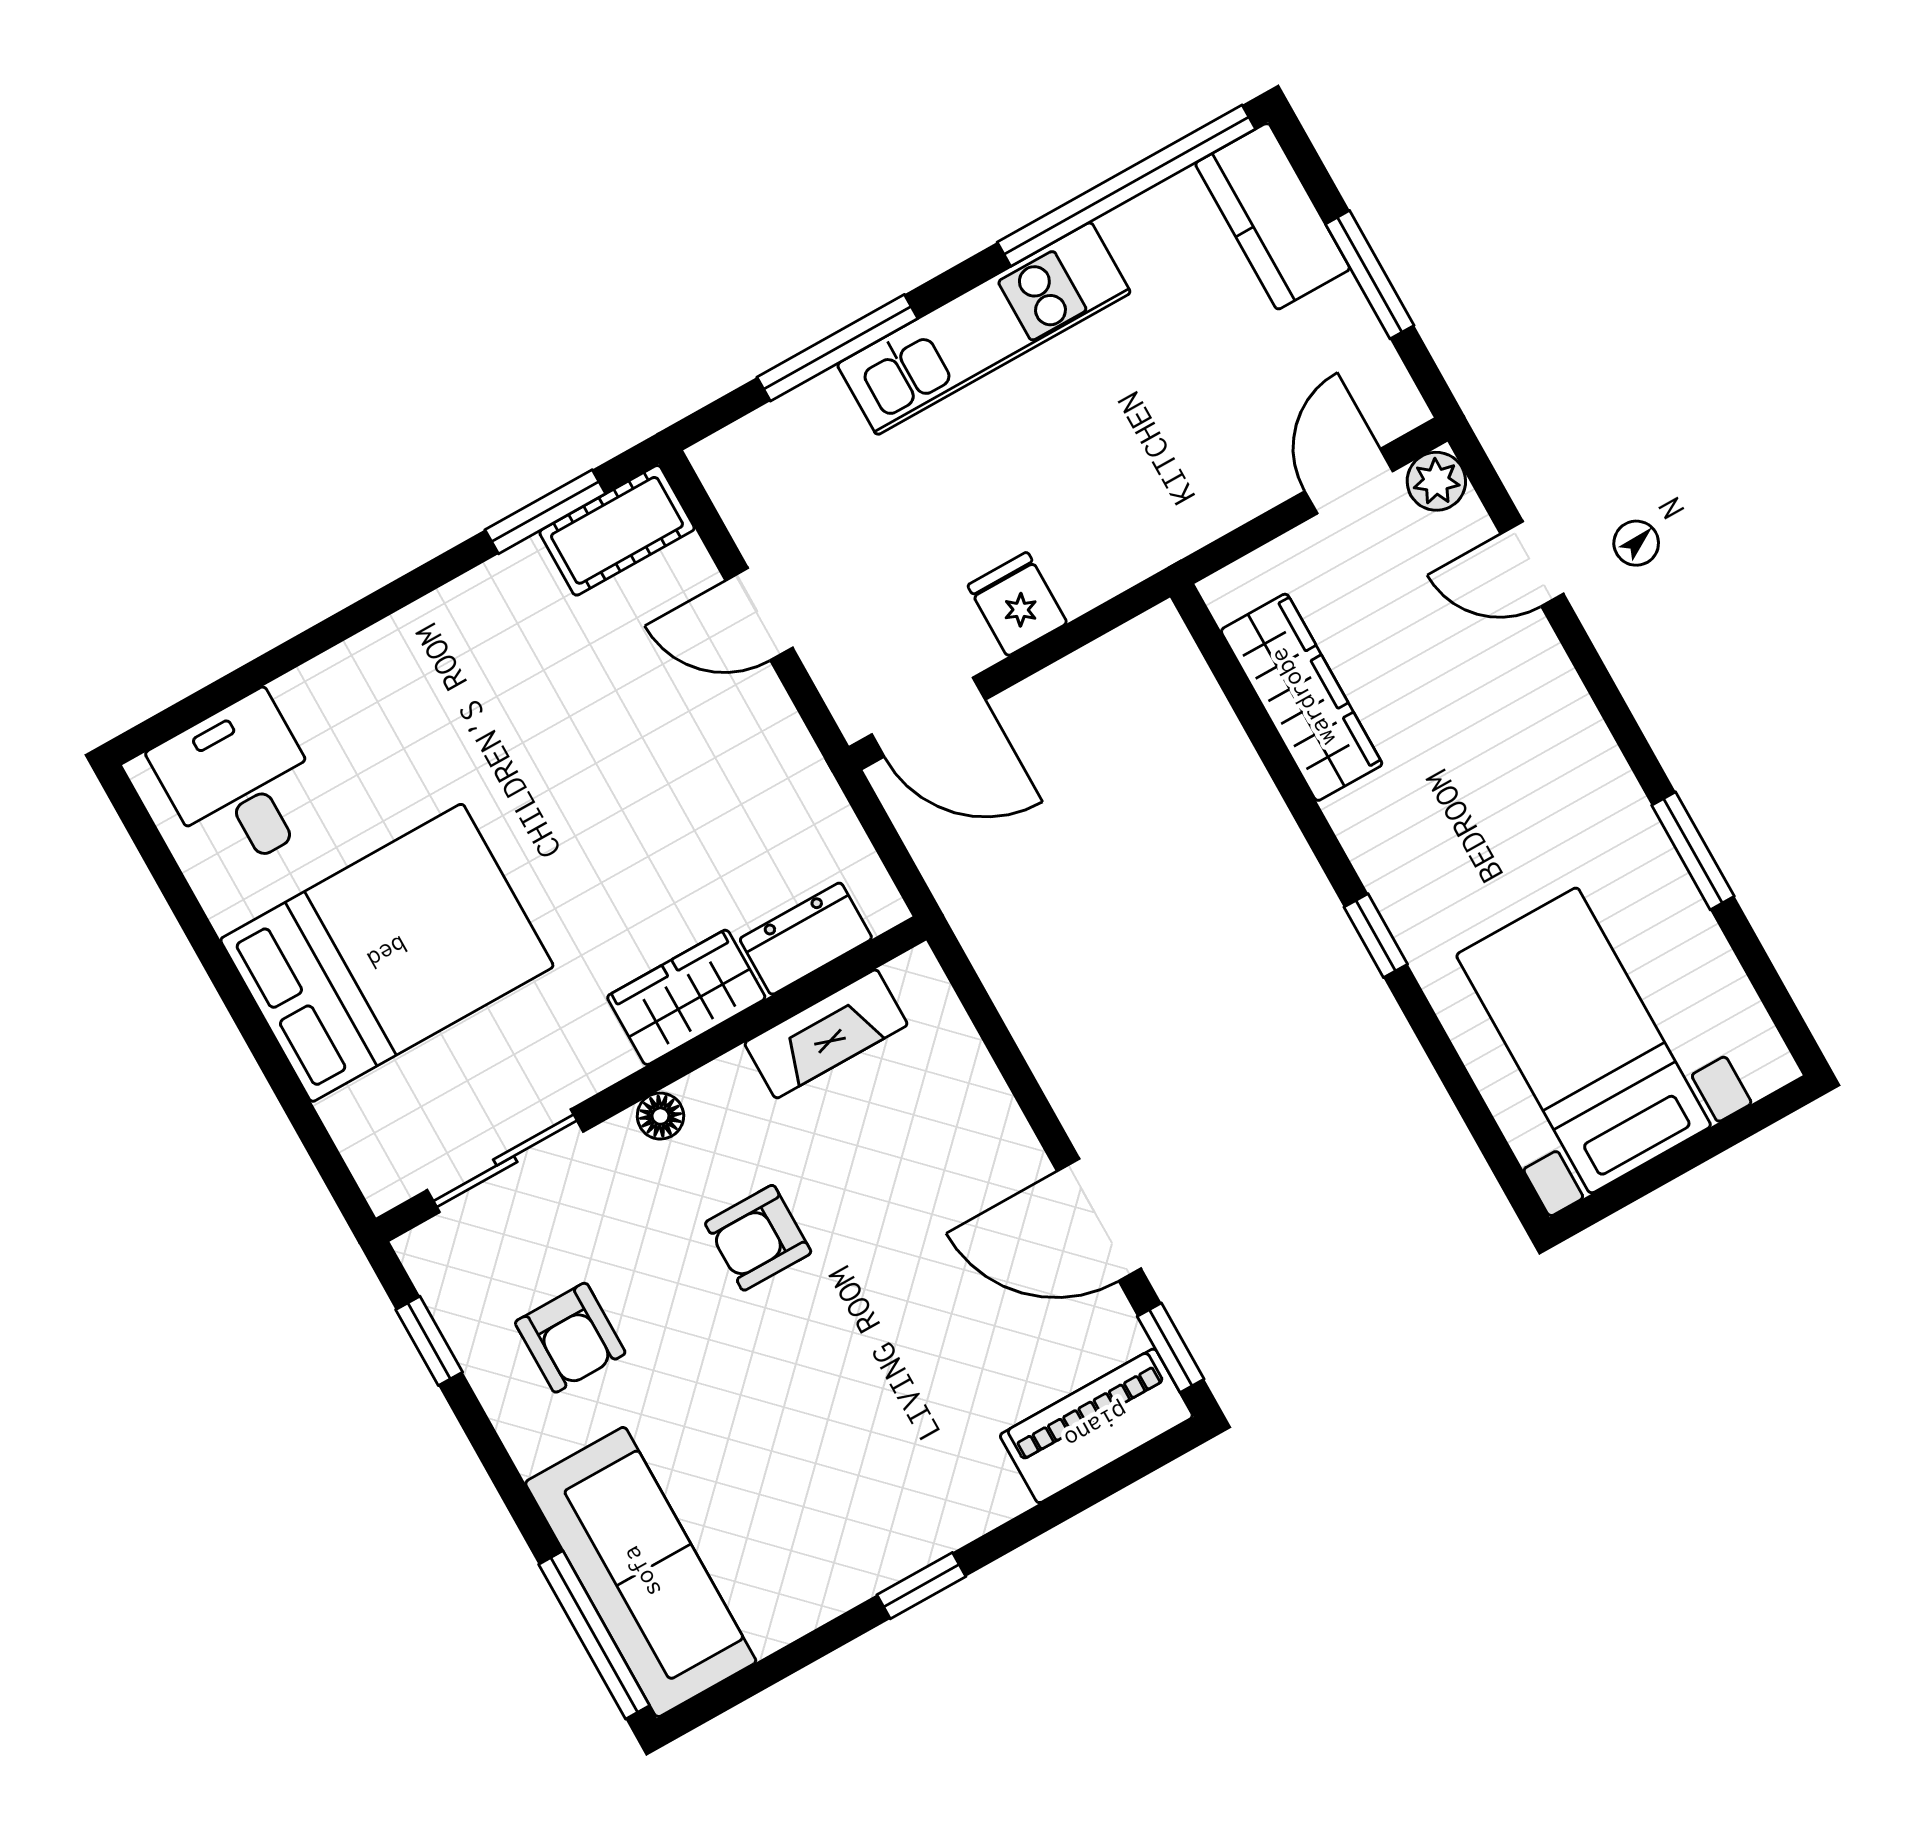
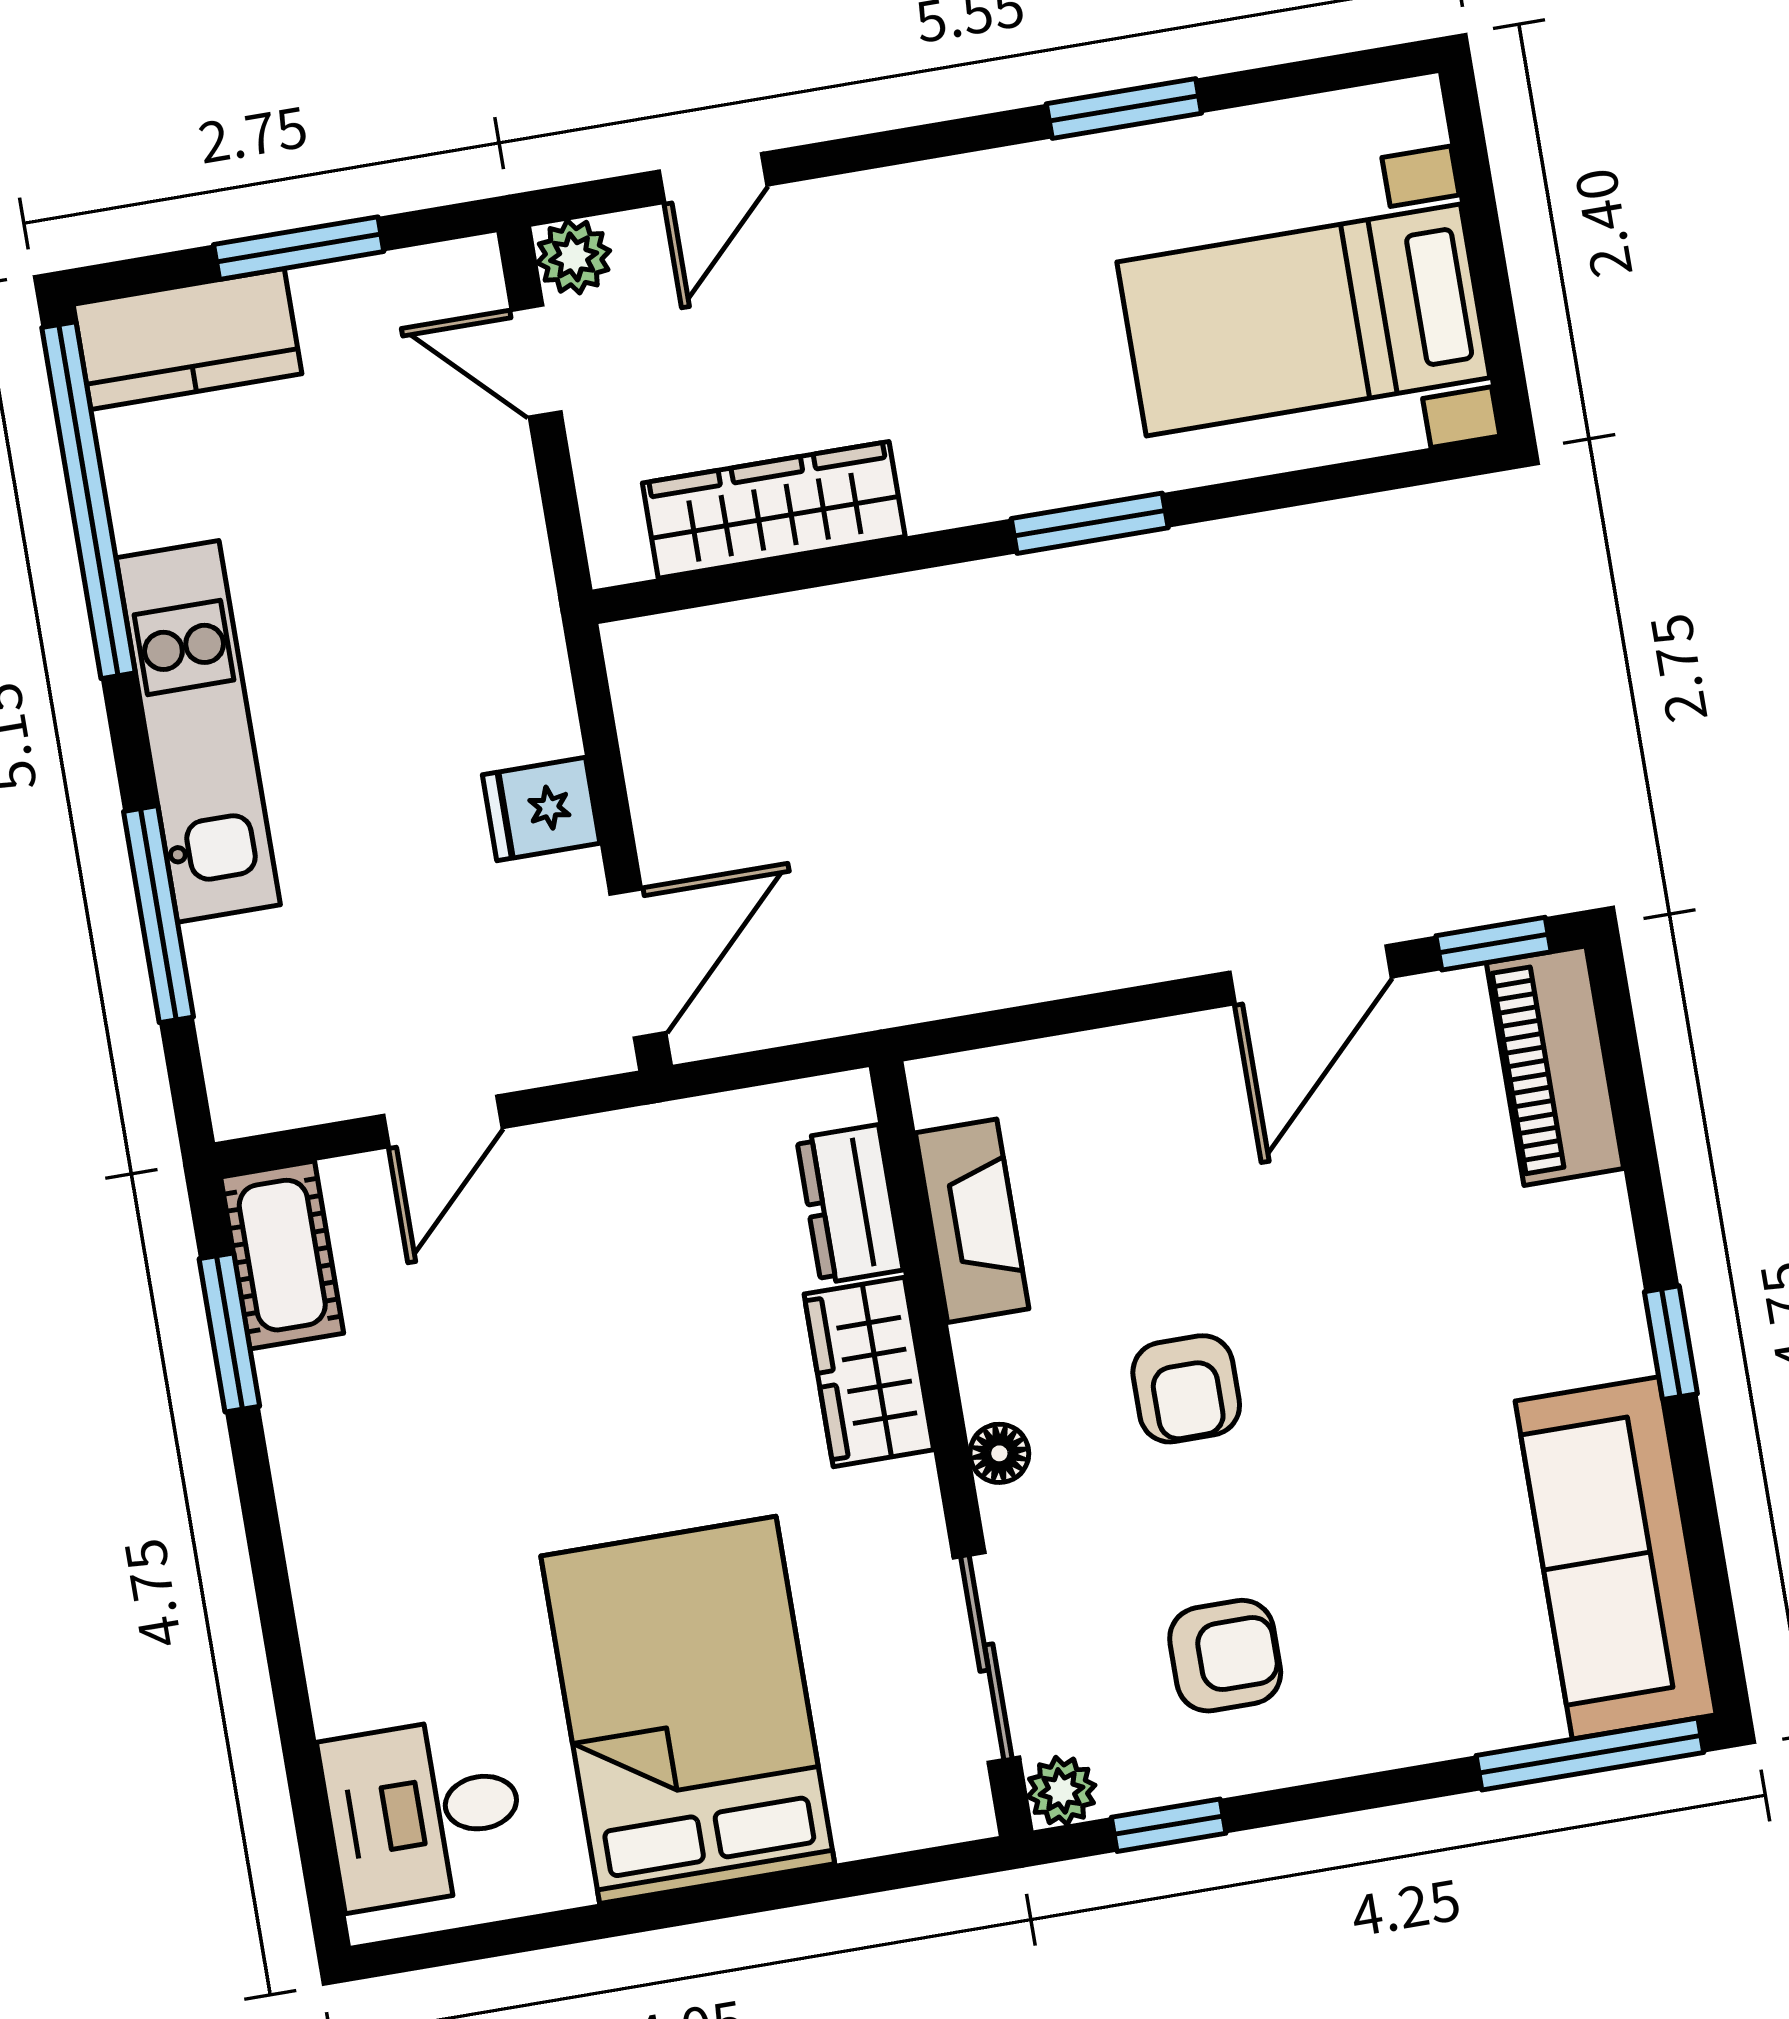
window: (1376, 936) -> (1090, 523), width x1.50
plant: (426, 1252) -> (1061, 1791), added
sofa: (641, 1572) -> (1616, 1558), moved, turned -90

